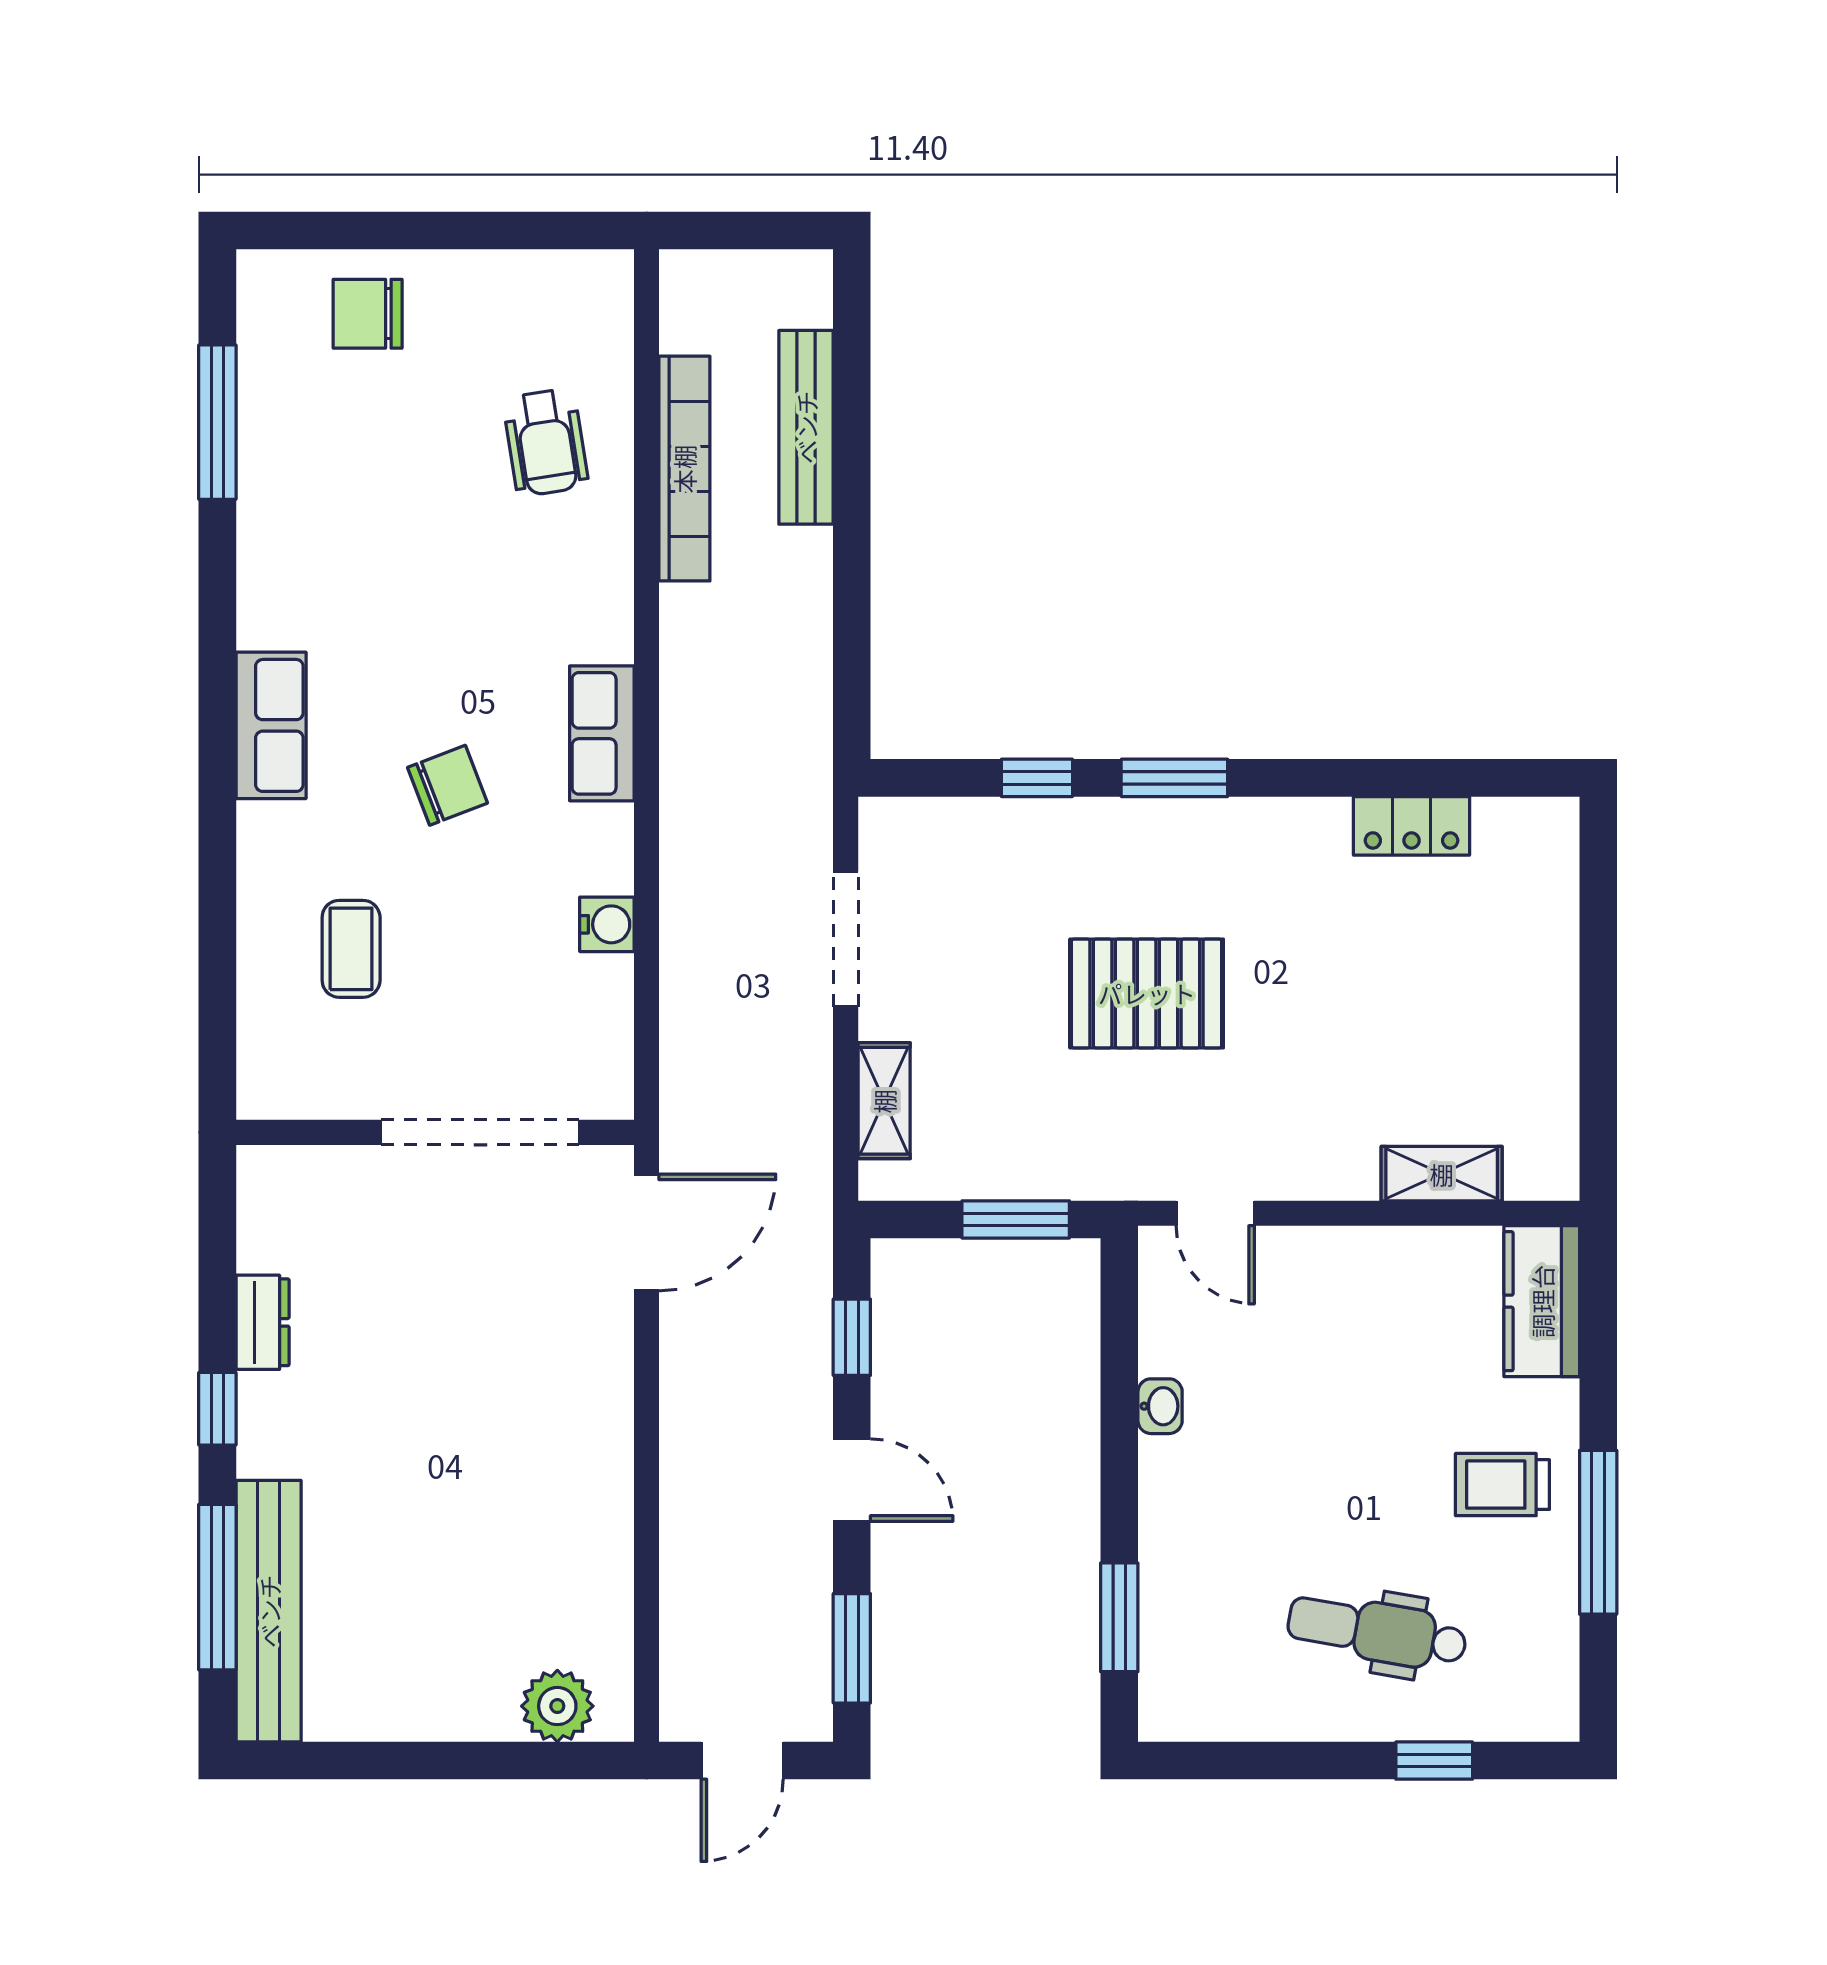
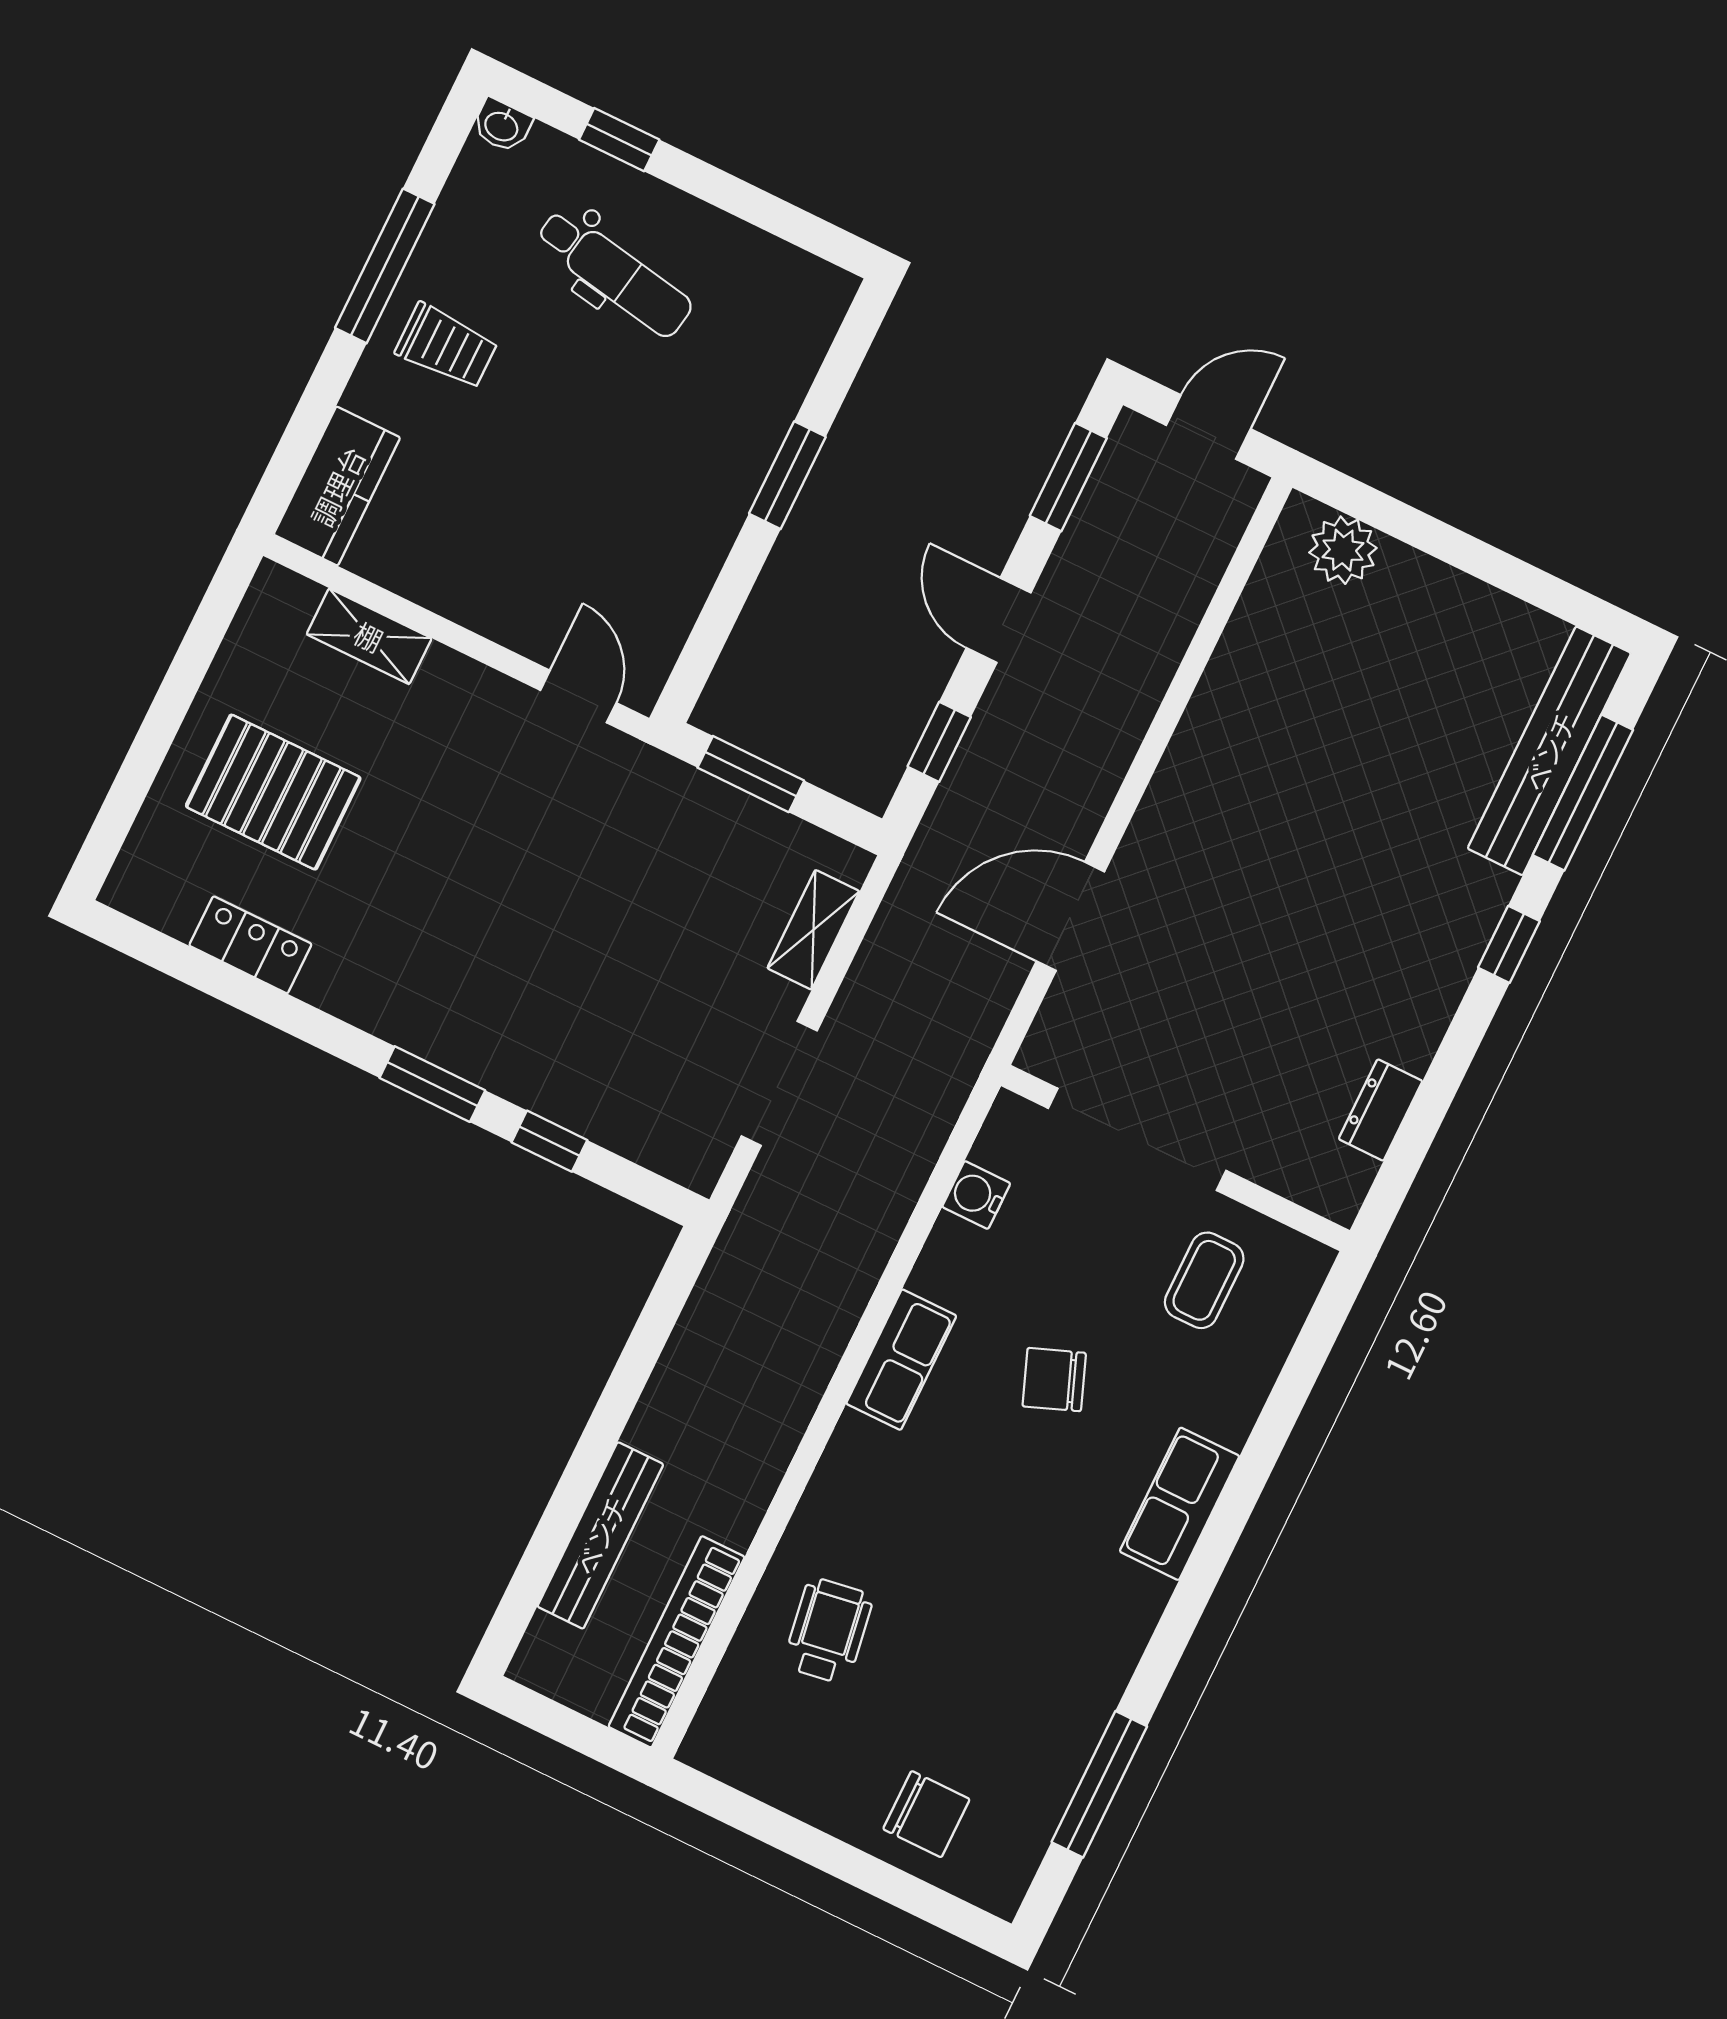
bookcase: (684, 469) -> (677, 1642), moved
pallet: (1147, 993) -> (273, 792), moved
wall: (435, 1132) -> (1175, 1158), moved
doorway: (480, 1132) -> (1137, 1139), moved
dresser: (263, 1322) -> (1381, 1110), moved
washbasin: (1160, 1406) -> (502, 125), moved, turned -90
window: (1119, 1617) -> (787, 475), moved

